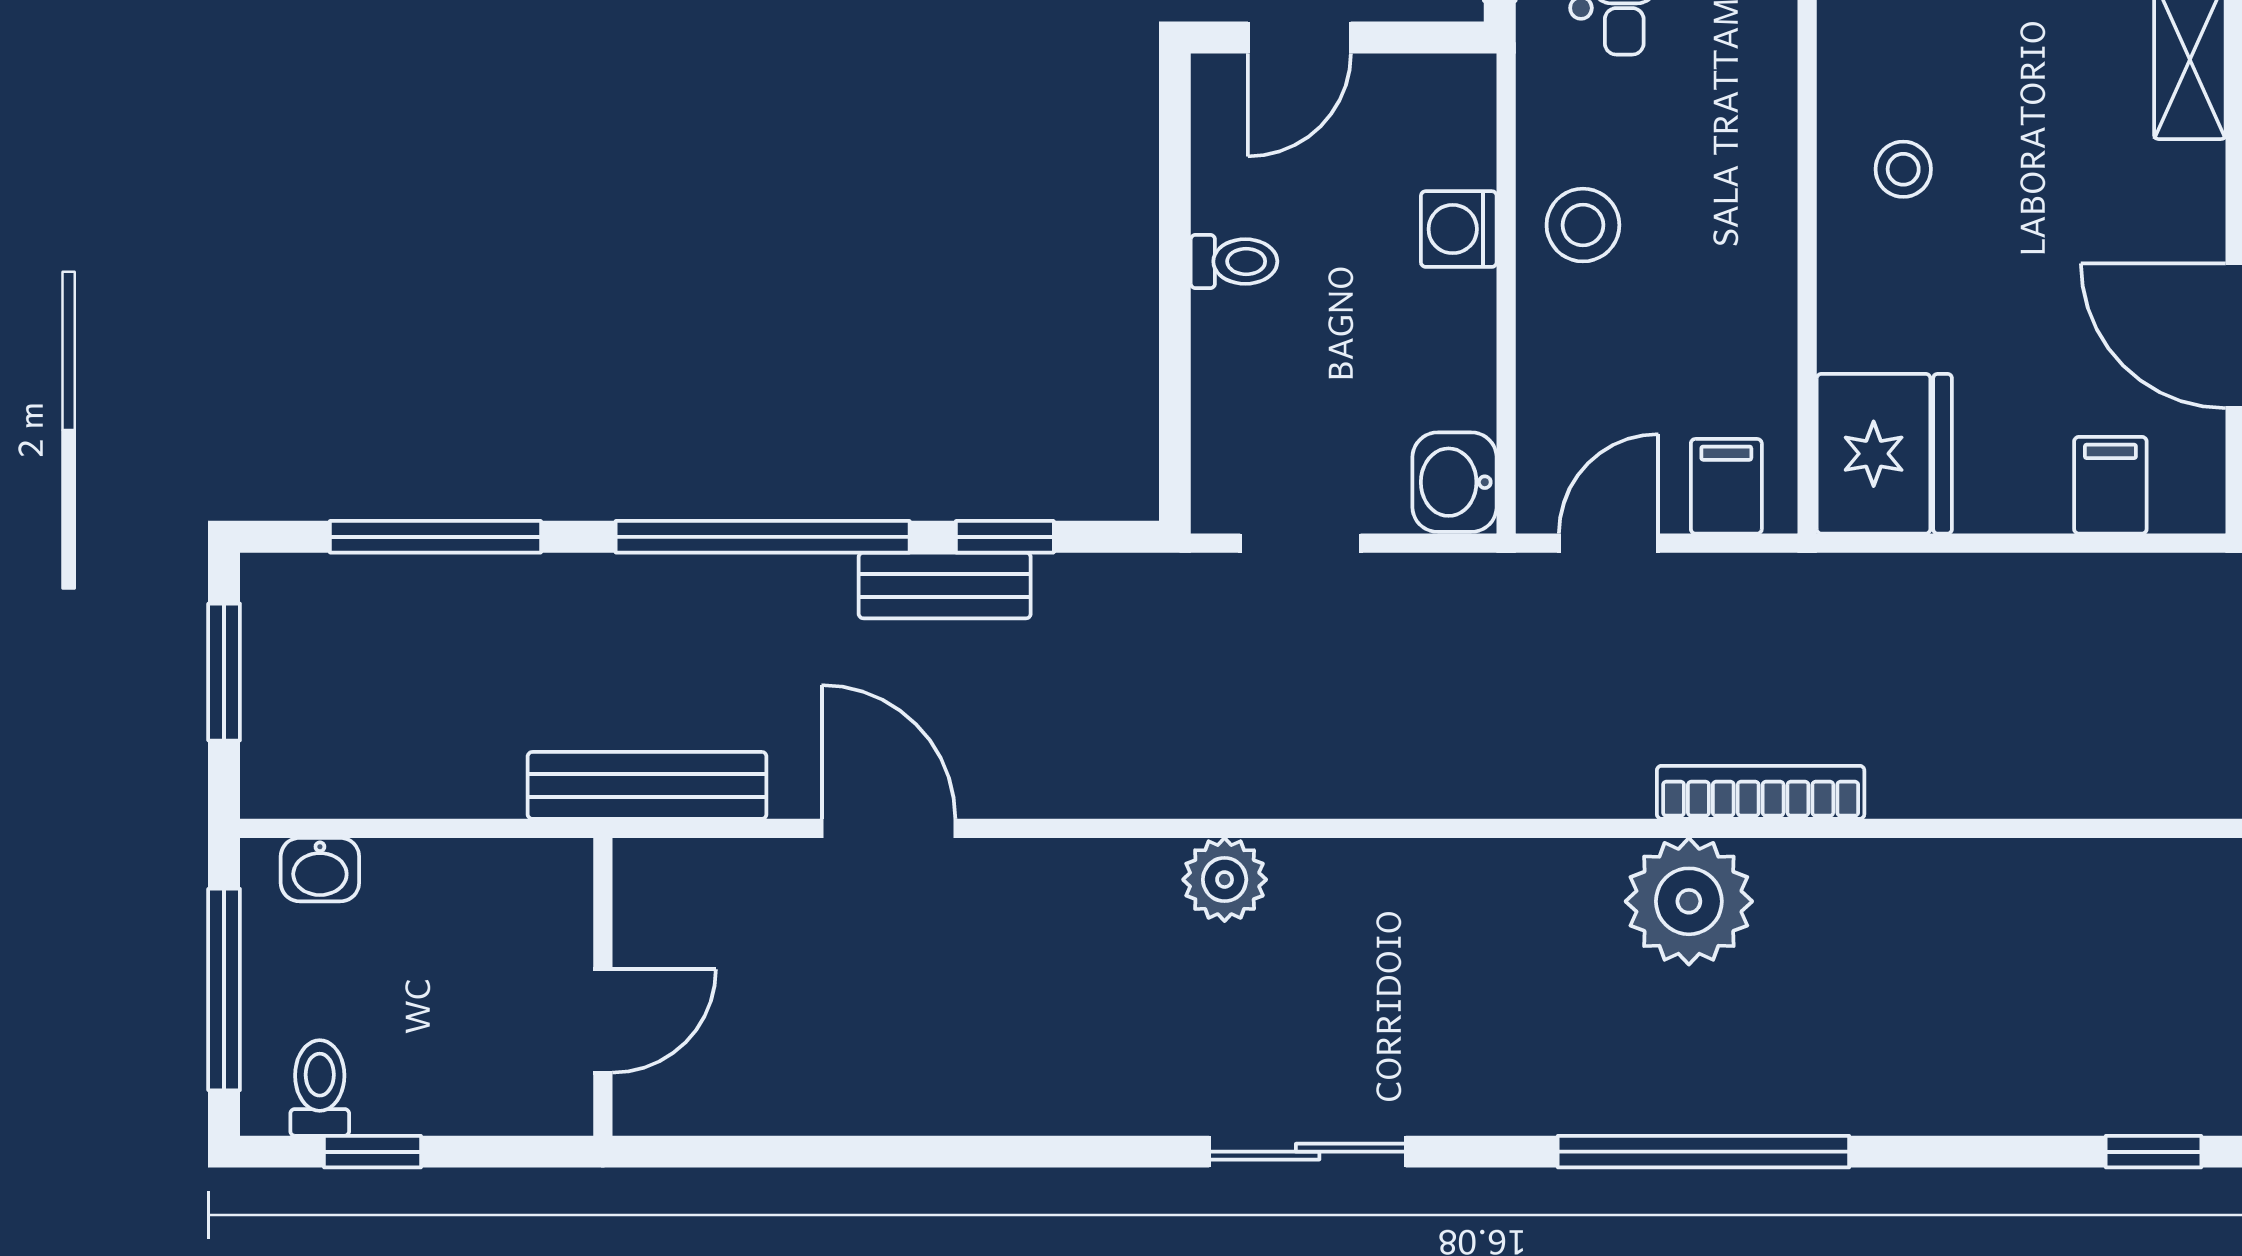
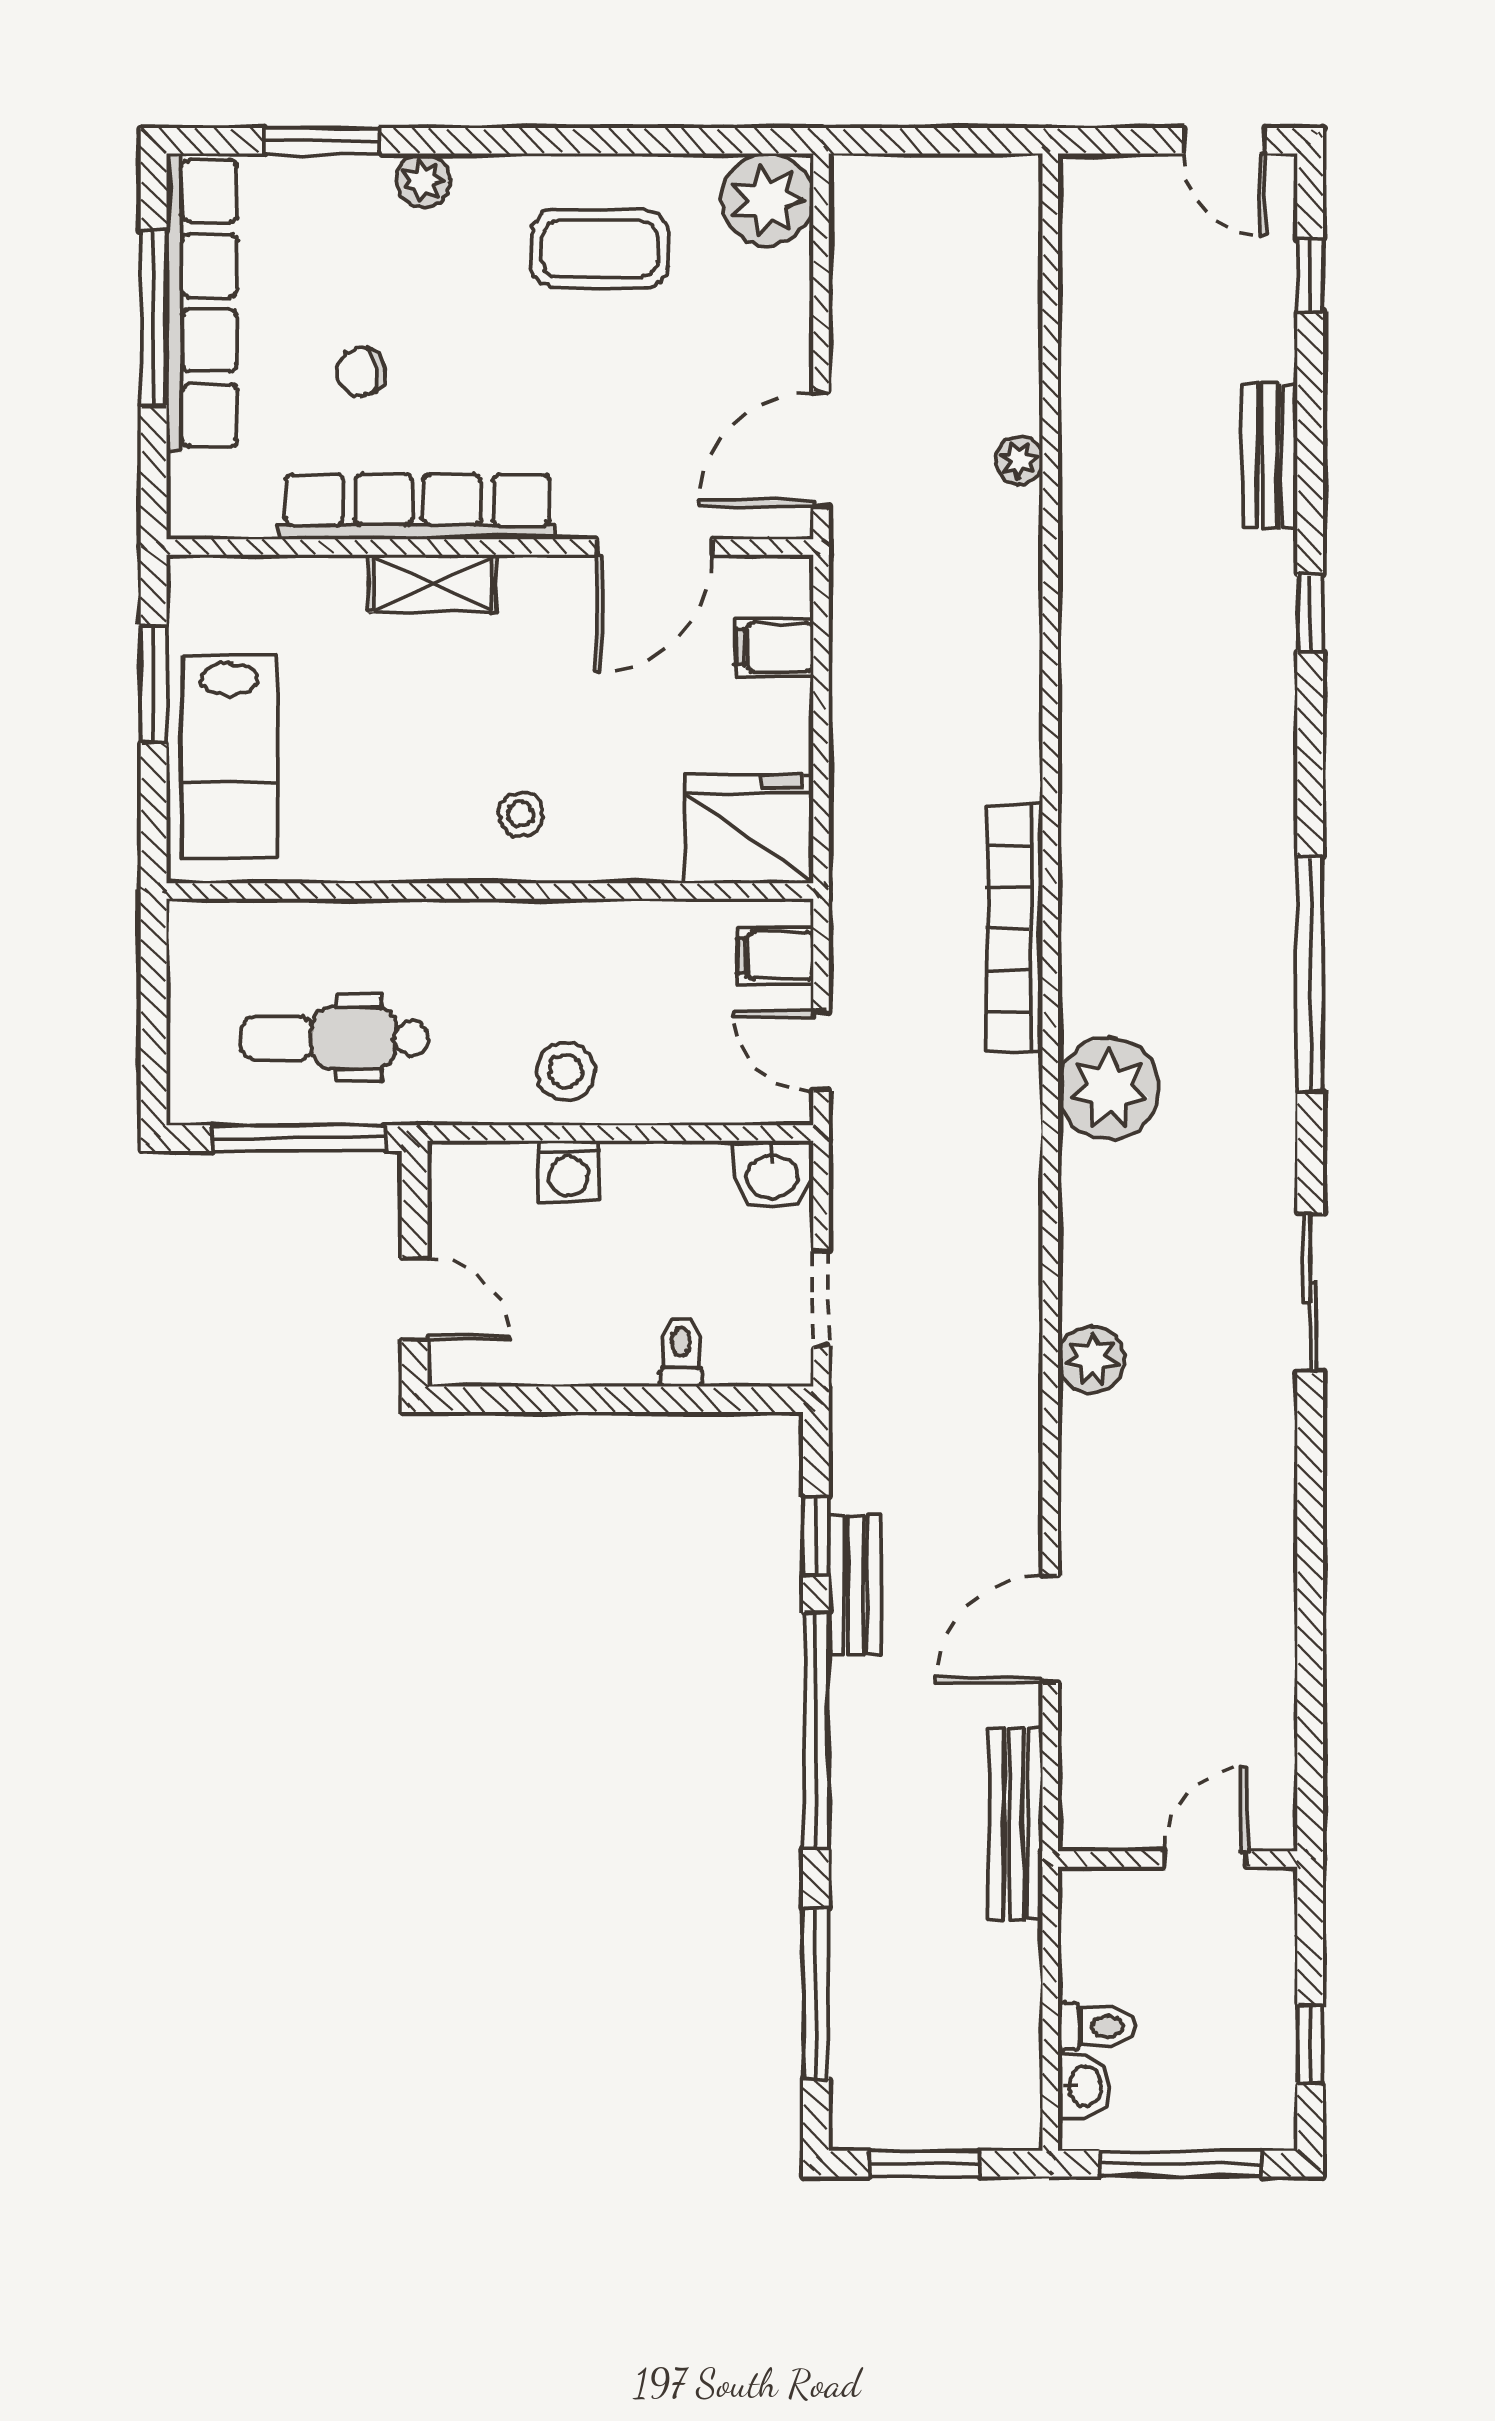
toilet: (1234, 261) -> (681, 1352), moved
bookcase: (1761, 792) -> (1015, 928), width x1.48, depth x1.31
plant: (1689, 901) -> (1109, 1089), moved
door: (603, 1021) -> (1205, 1859), hinge flipped
toilet: (320, 1088) -> (1096, 2026), moved, turned 180

